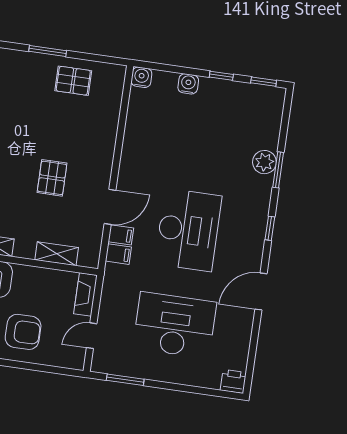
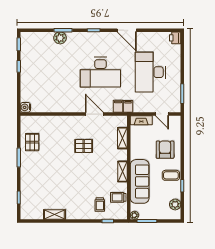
water cooler: (188, 84) -> (25, 83), removed
desk: (188, 230) -> (100, 72), turned 180
filing cabinet: (121, 235) -> (128, 106), moved

